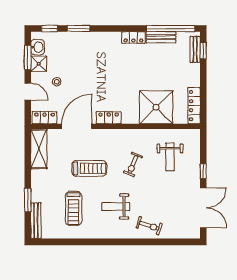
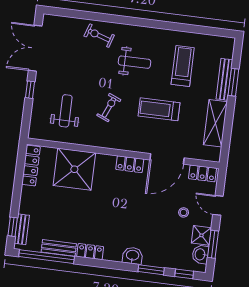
washbasin: (96, 39) -> (133, 256), added
shelving: (39, 149) -> (215, 123), moved
bench: (36, 221) -> (224, 79), moved

